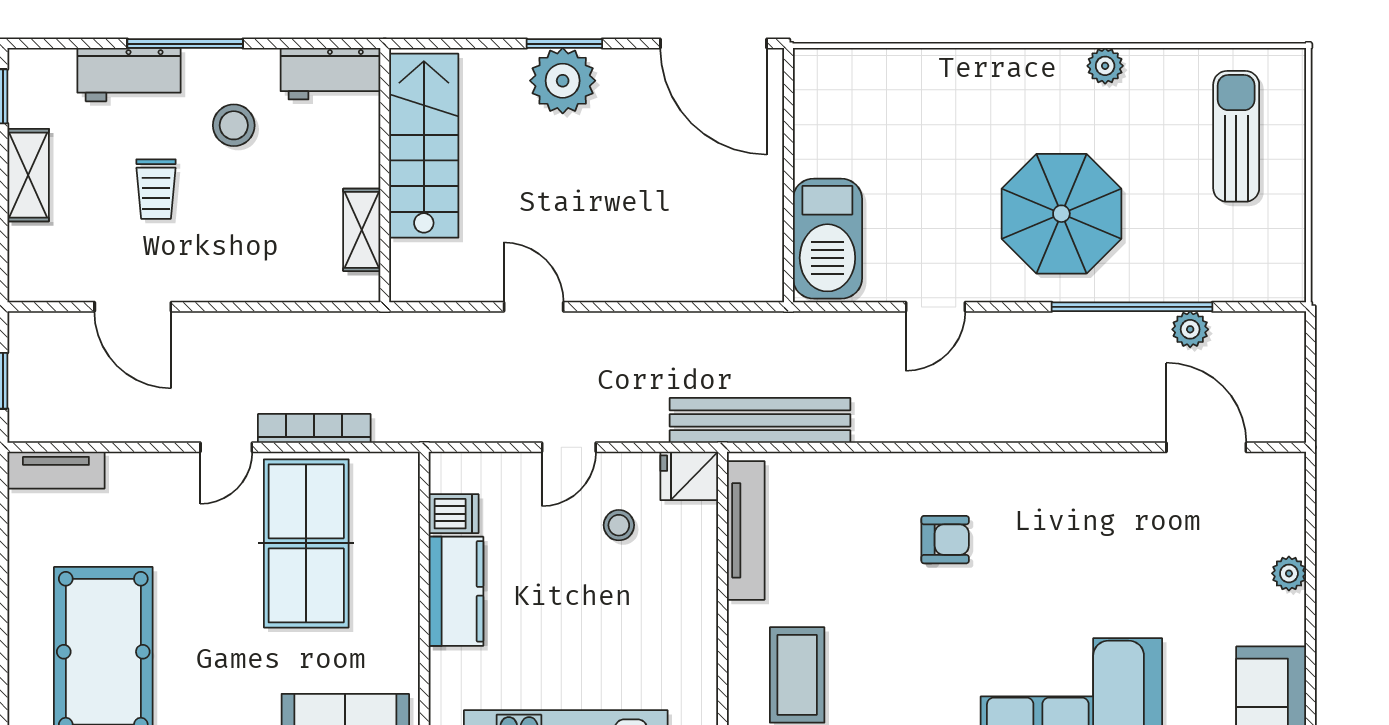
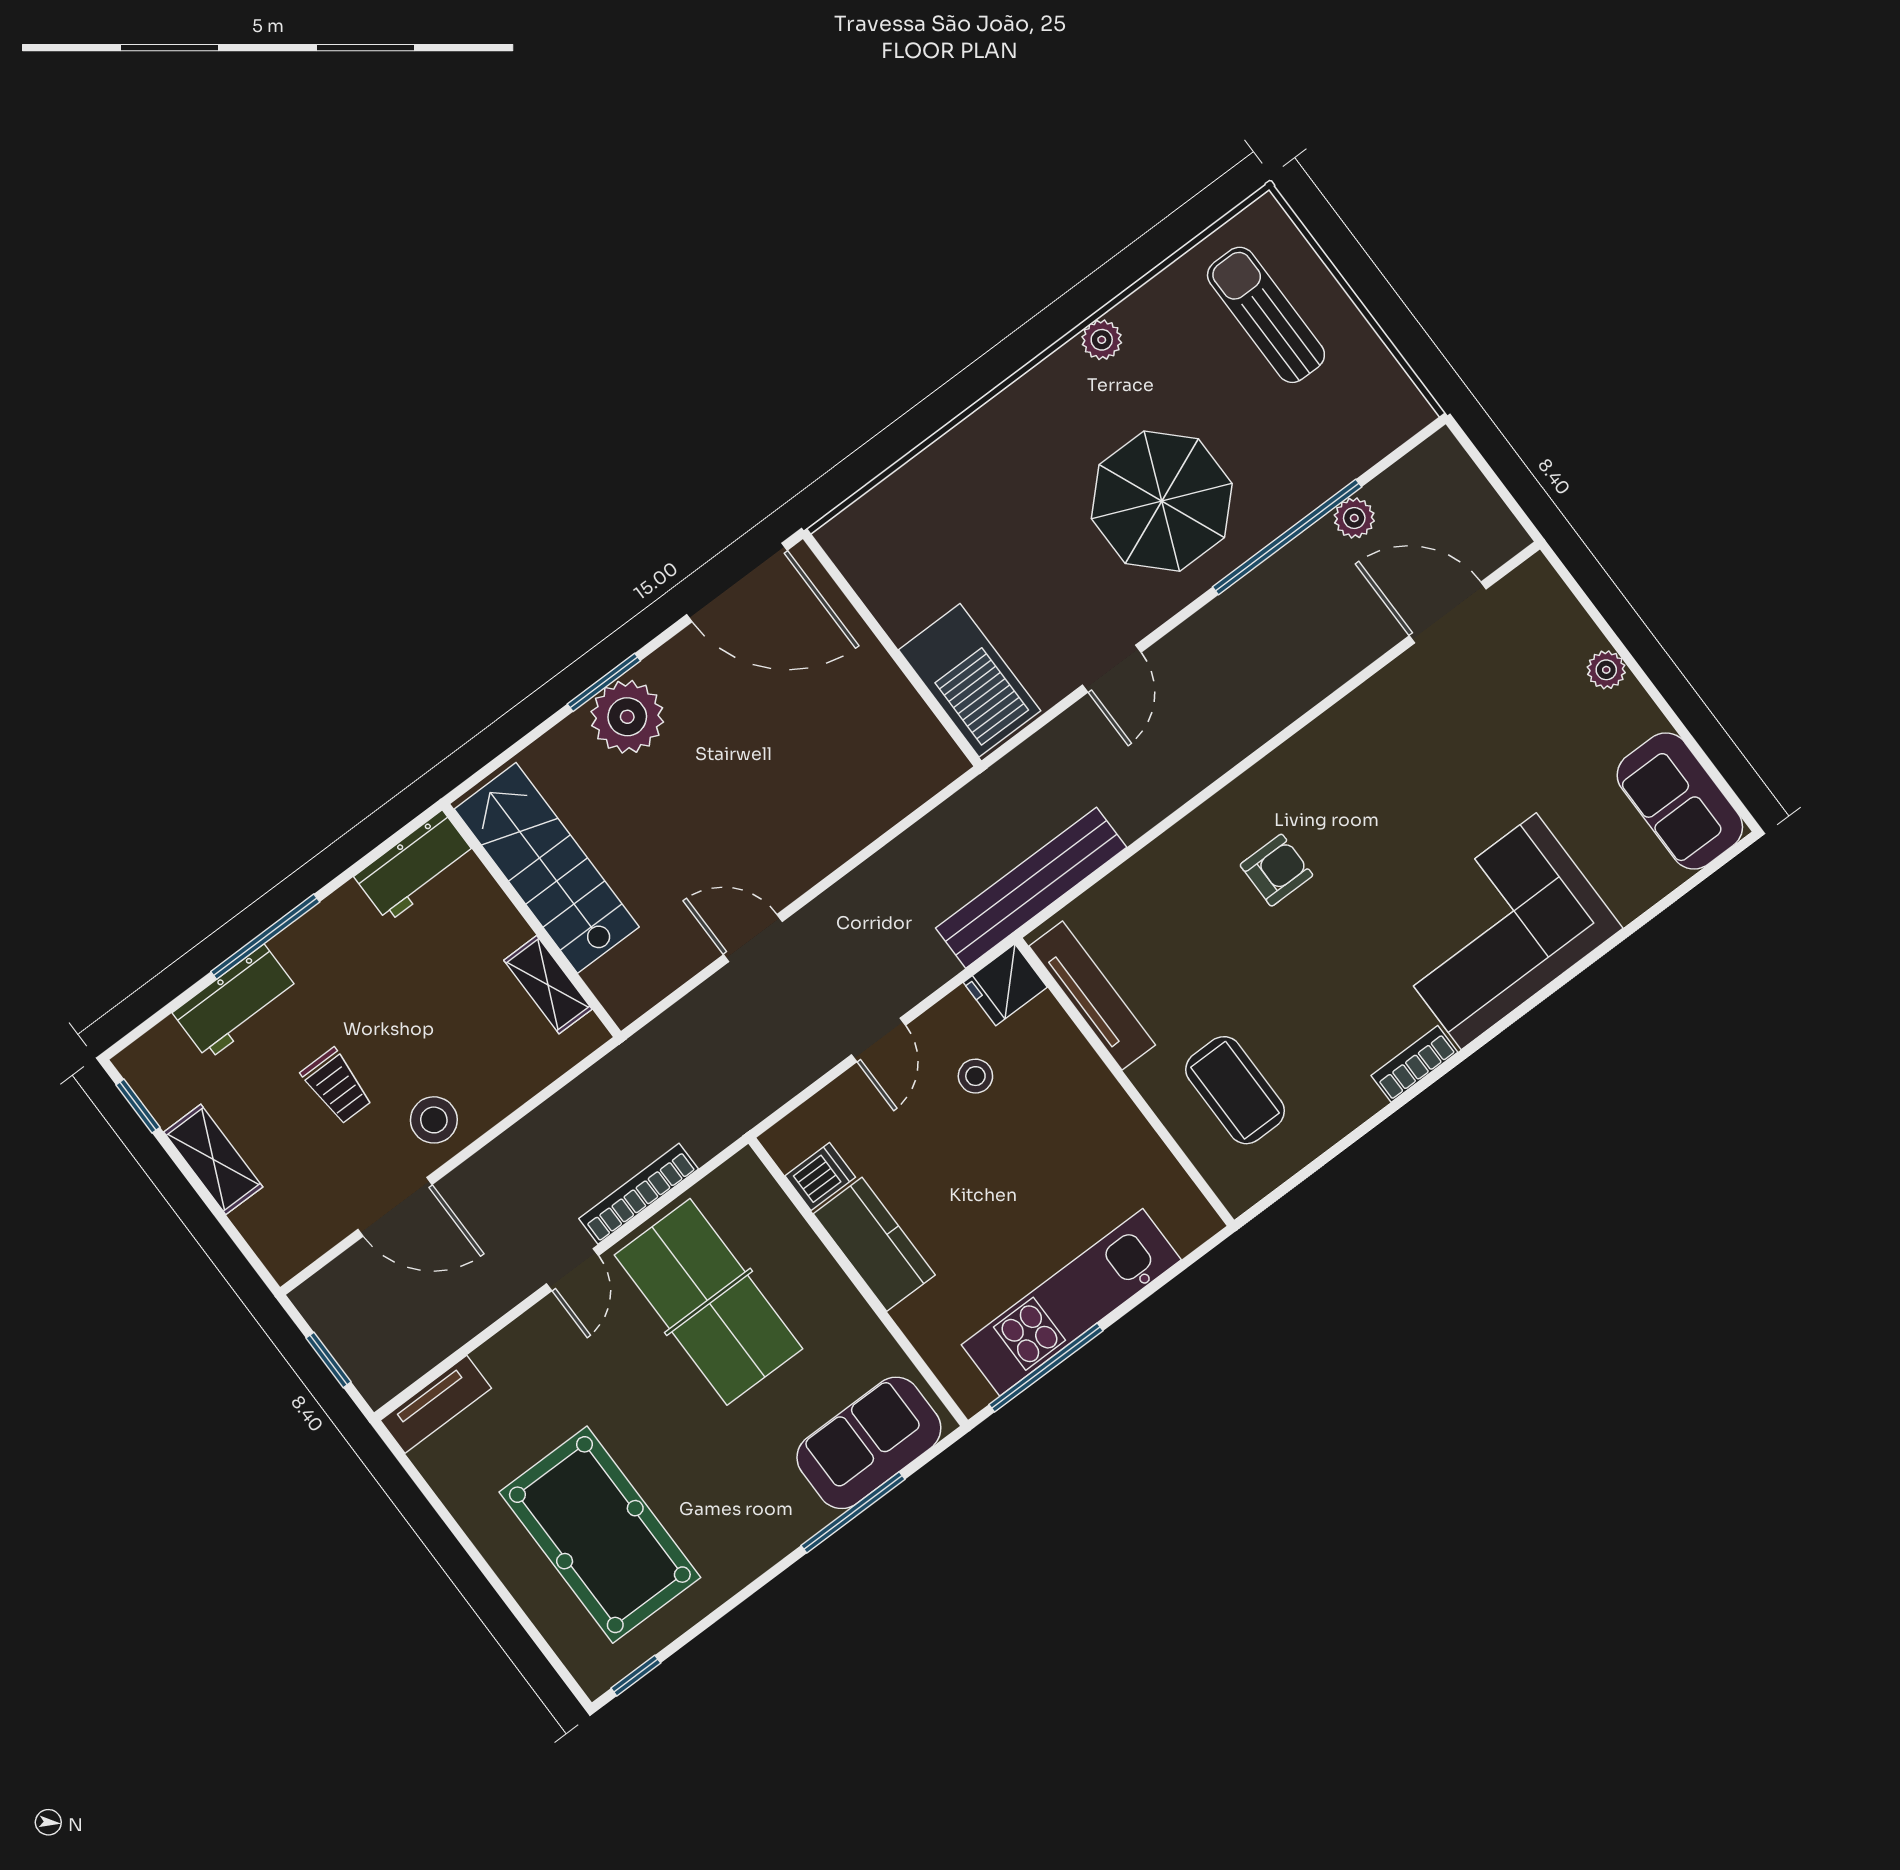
stool: (234, 125) -> (434, 1120), moved

